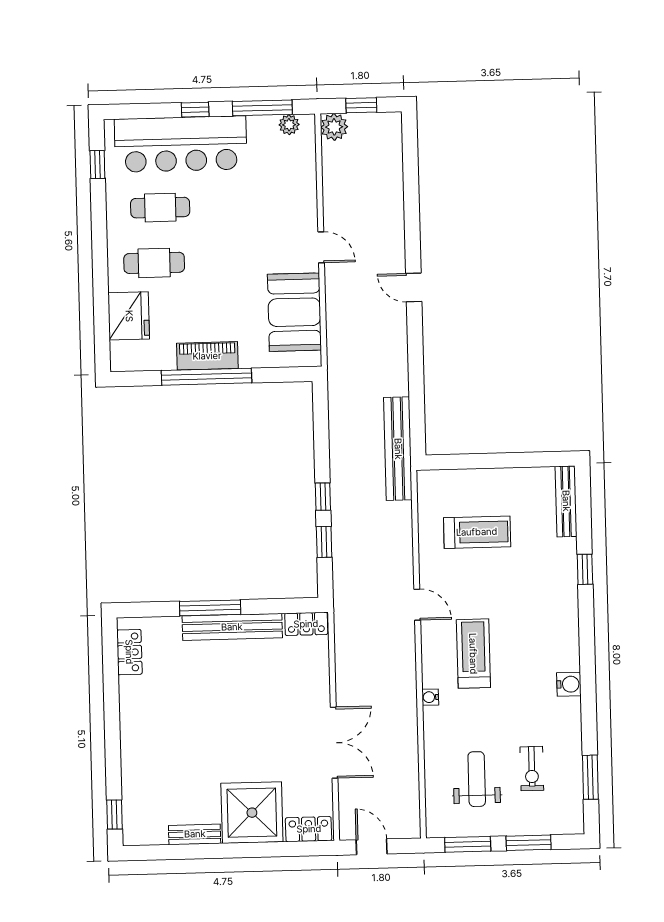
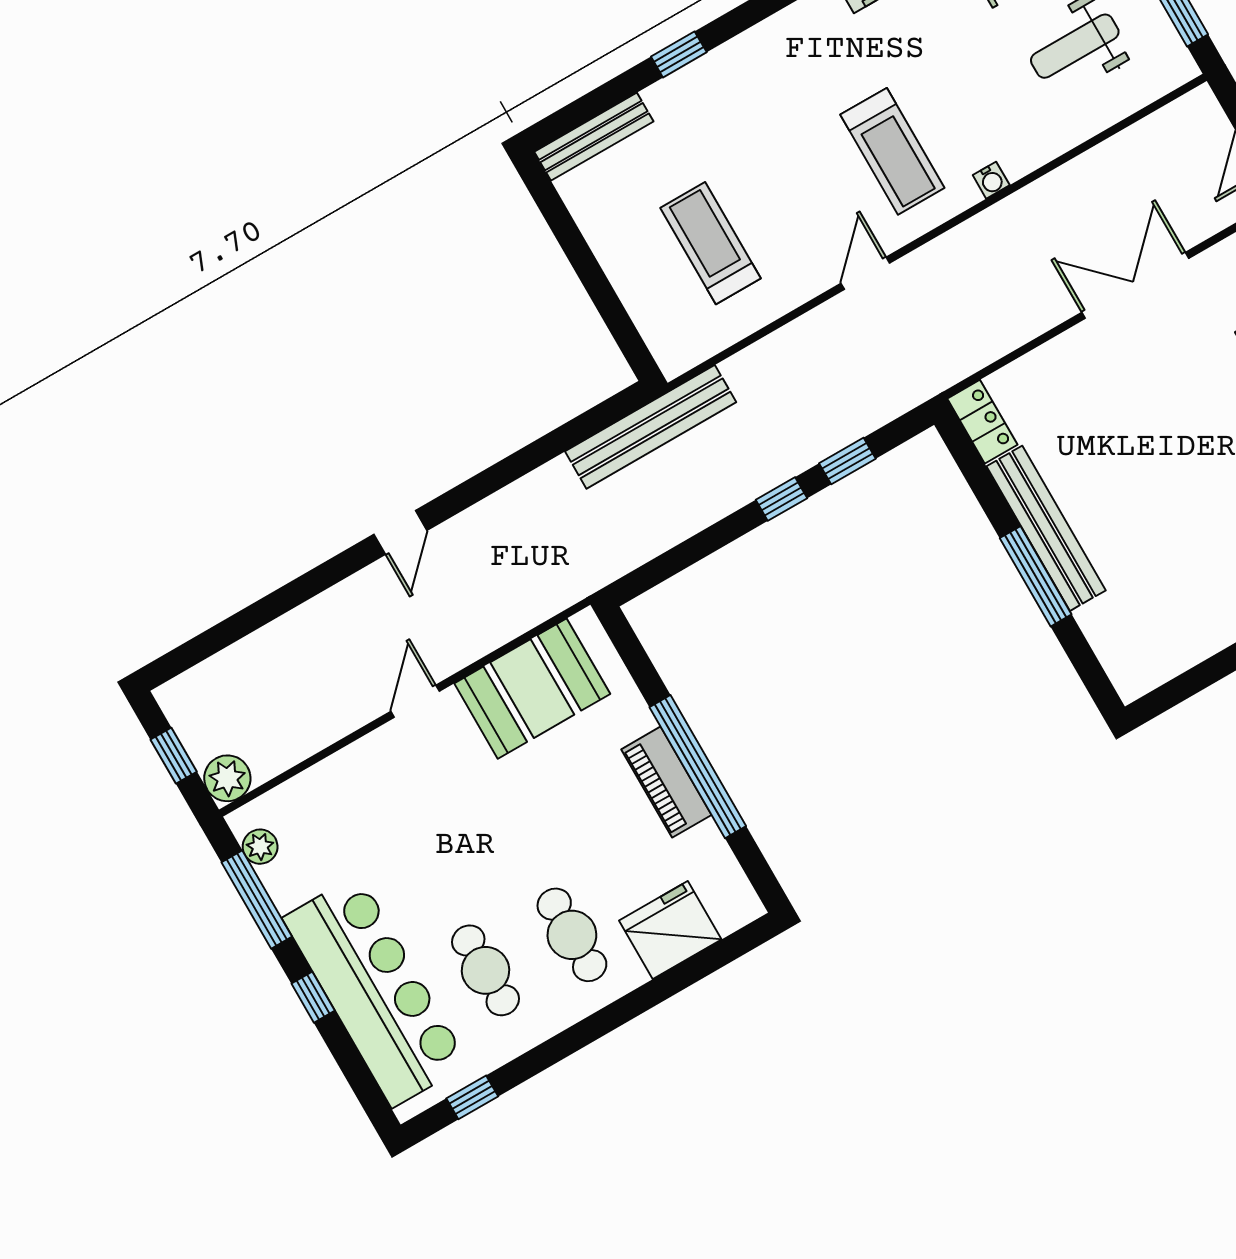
locker: (129, 652) -> (1166, 660), removed
treadmill: (473, 654) -> (892, 151), turned -90

